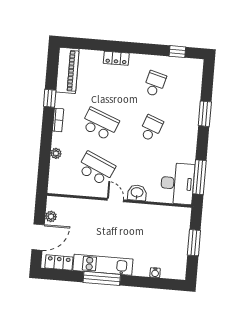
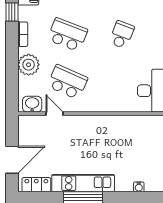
plant: (56, 153) -> (29, 65), width x1.88, depth x1.88
washbasin: (137, 193) -> (32, 104), moved
door: (115, 200) -> (55, 114), moved
plant: (51, 216) -> (24, 137), removed

